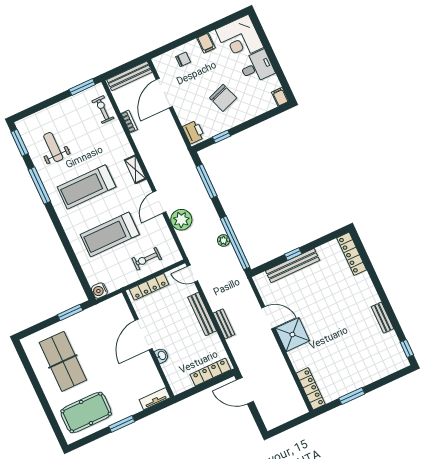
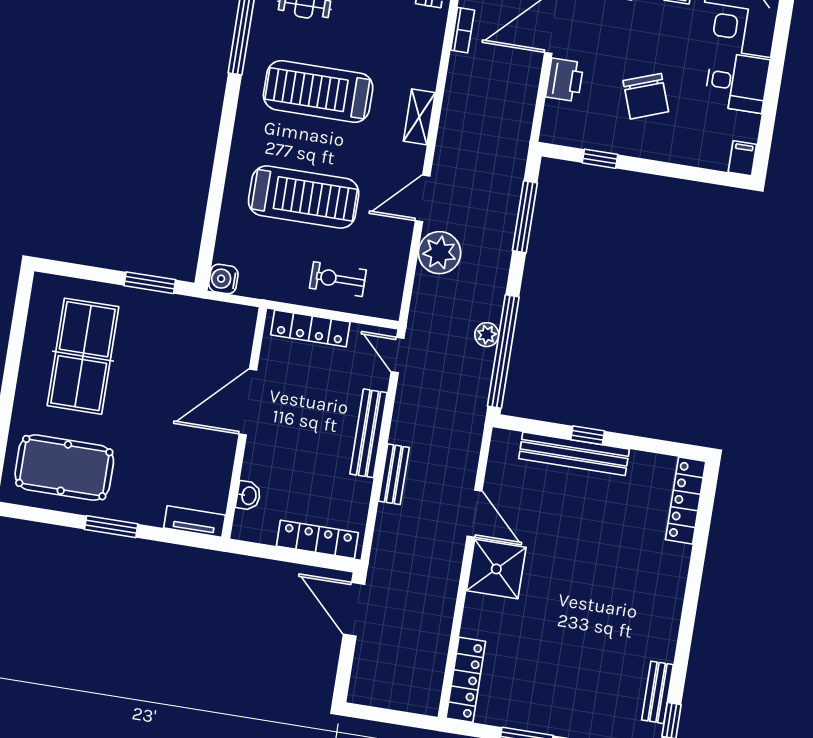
printer: (194, 132) -> (565, 80), moved
treadmill: (110, 234) -> (304, 197), turned 180
bench: (382, 318) -> (657, 692), moved
washbasin: (162, 356) -> (248, 496), moved

